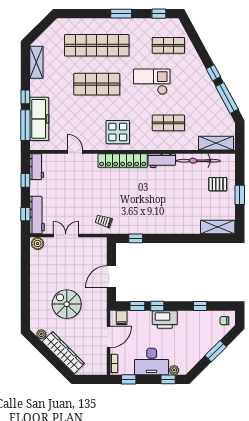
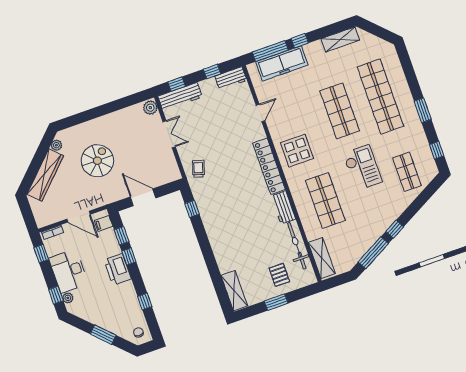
shop shelf: (168, 123) -> (325, 201), width x1.43, depth x1.36

